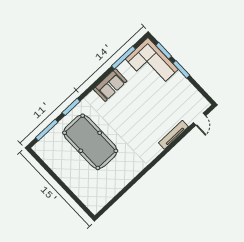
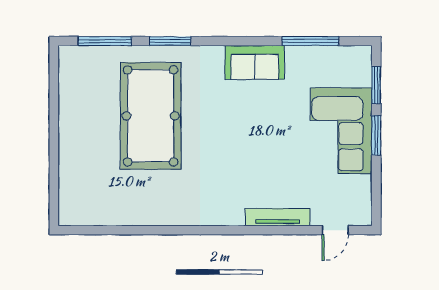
corner sofa: (152, 64) -> (341, 131), moved

